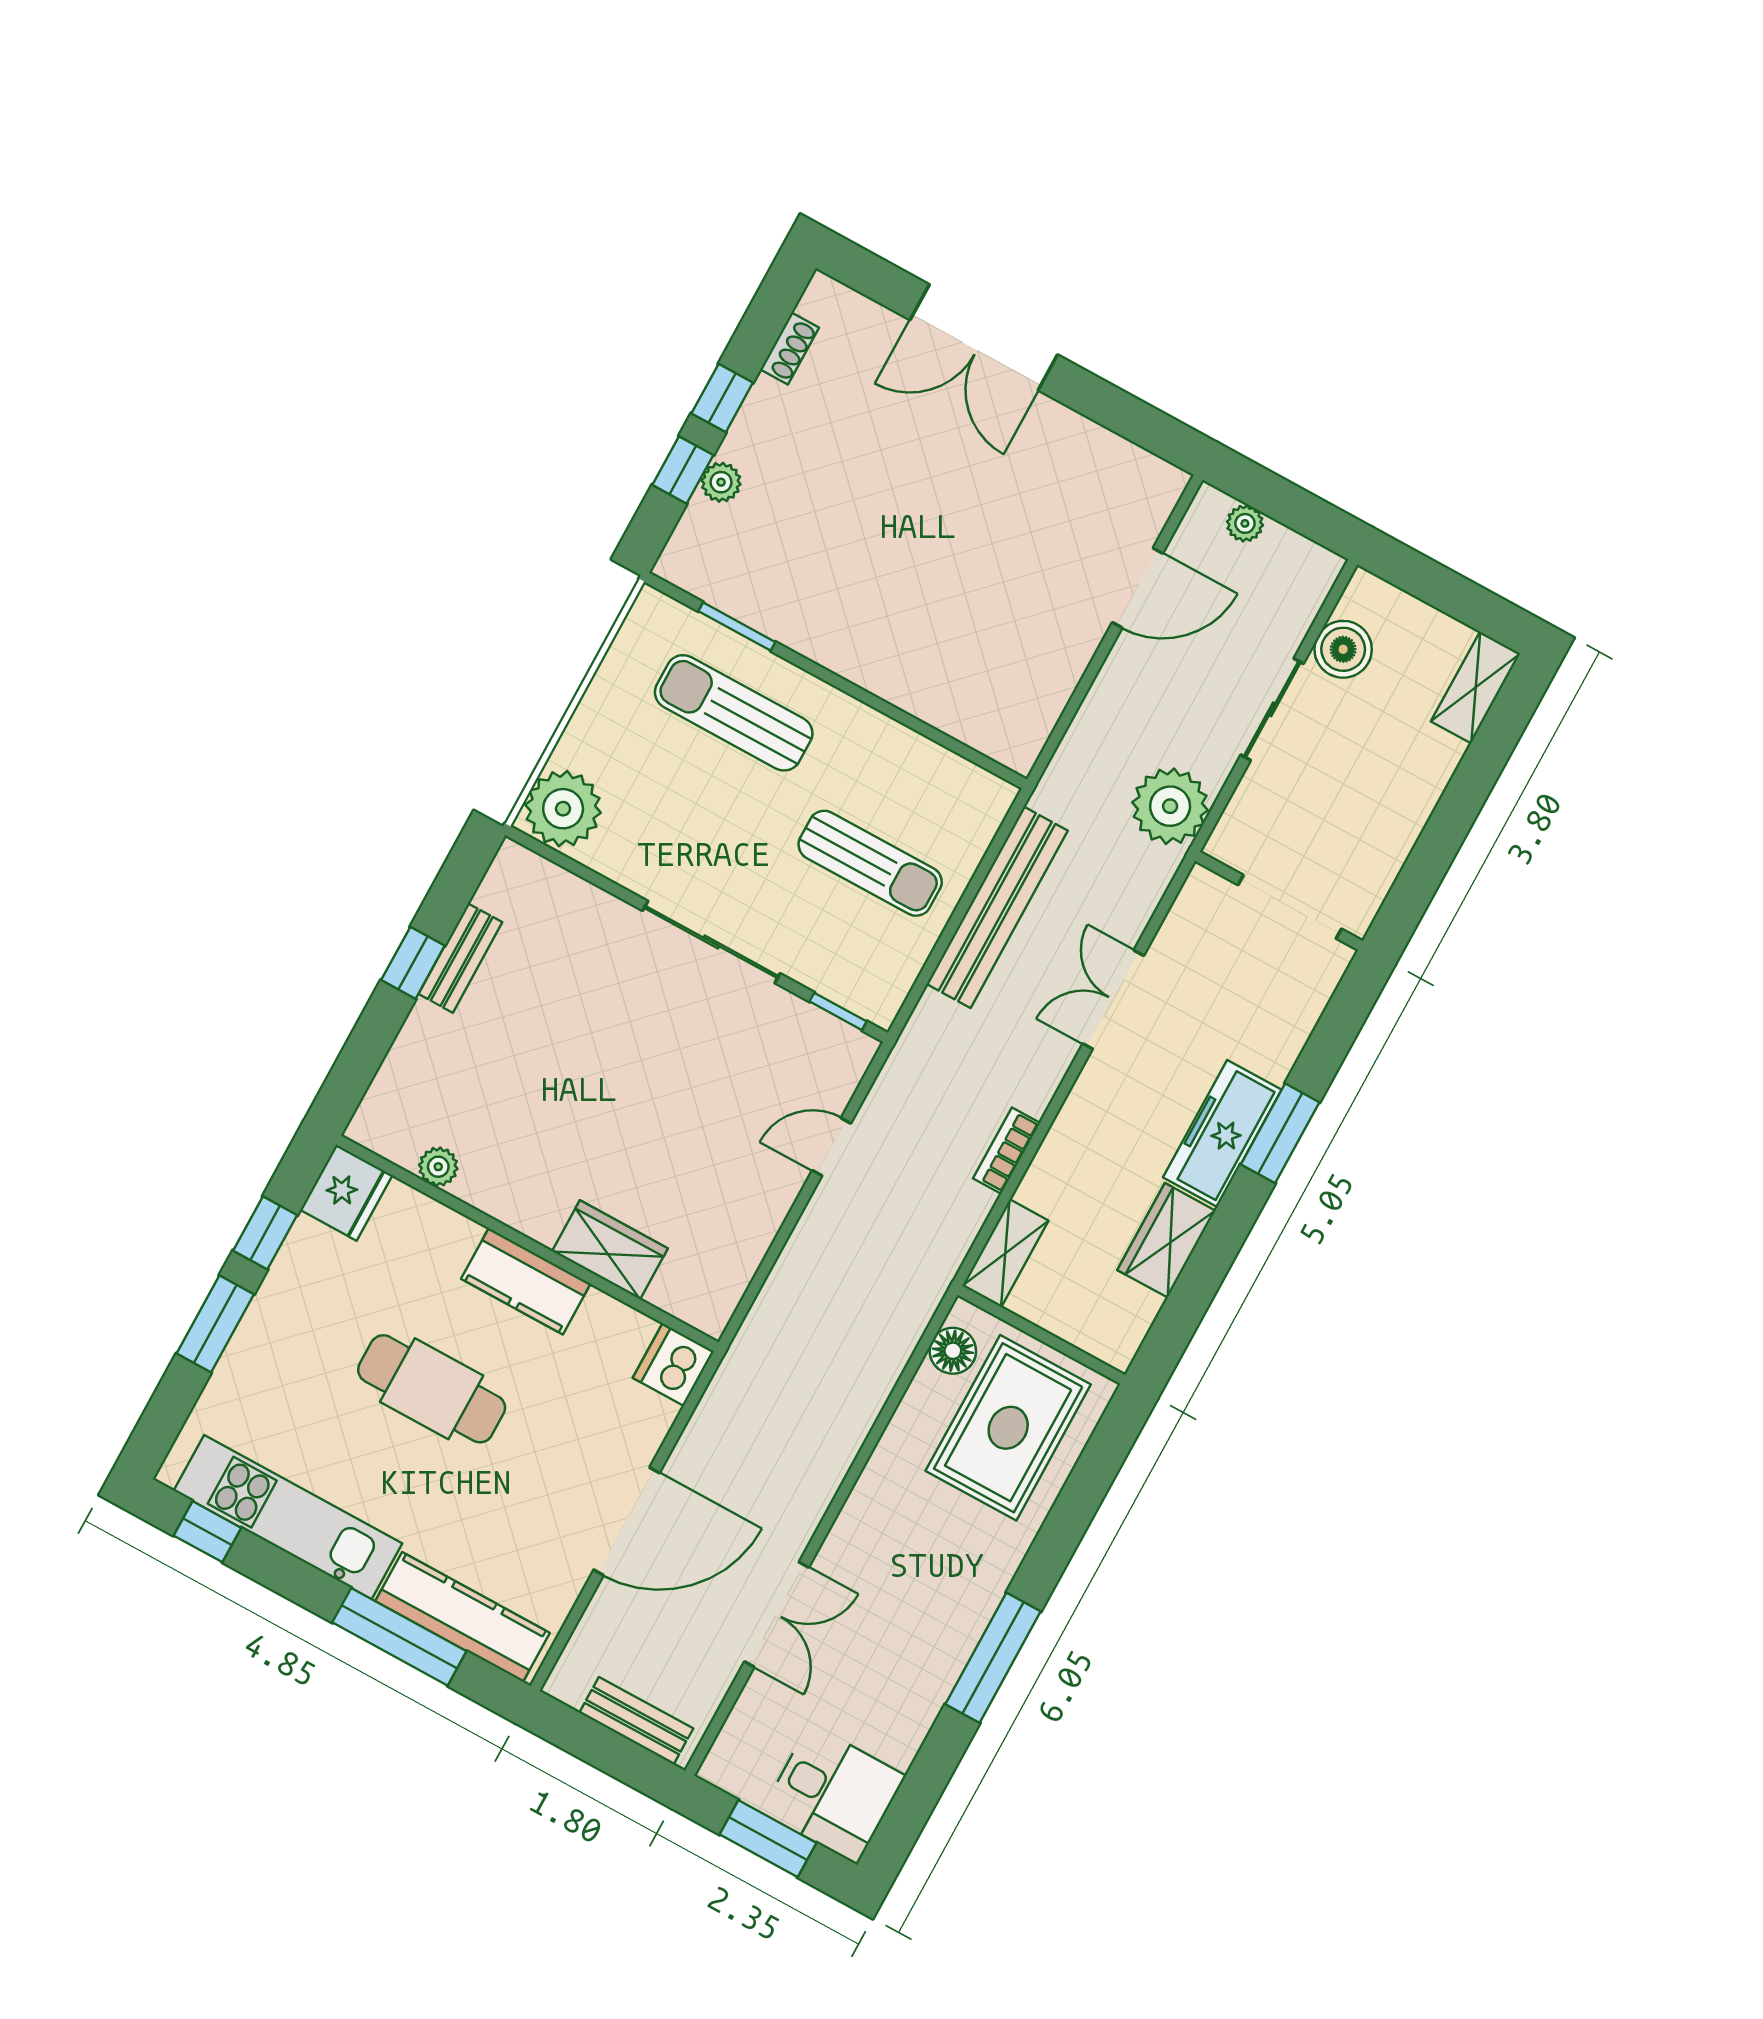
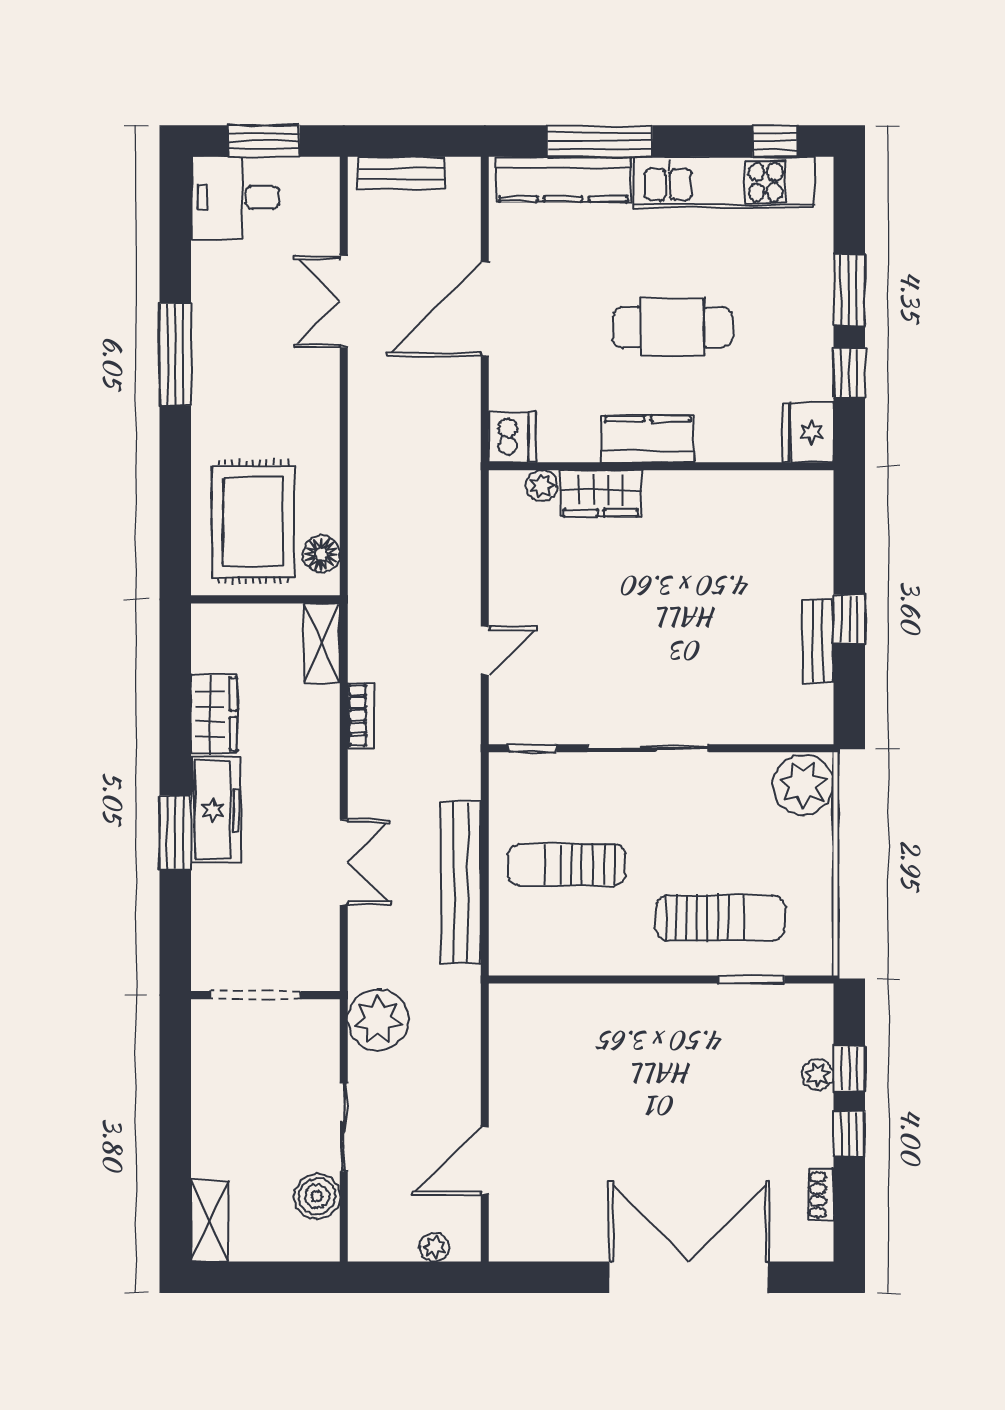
double door: (984, 337) -> (689, 1277), width x1.36
plant: (438, 1167) -> (542, 486), moved

